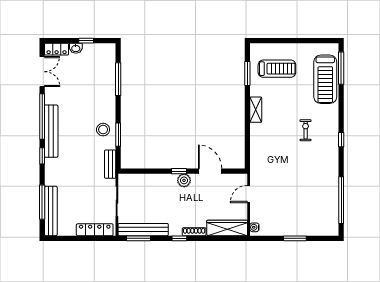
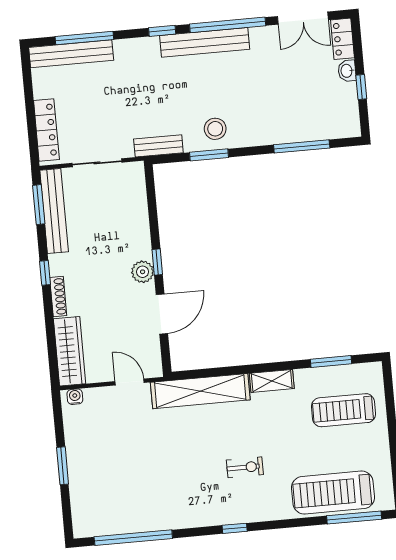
treadmill: (277, 69) -> (343, 410), turned 90
shelving: (258, 153) -> (200, 391), added

